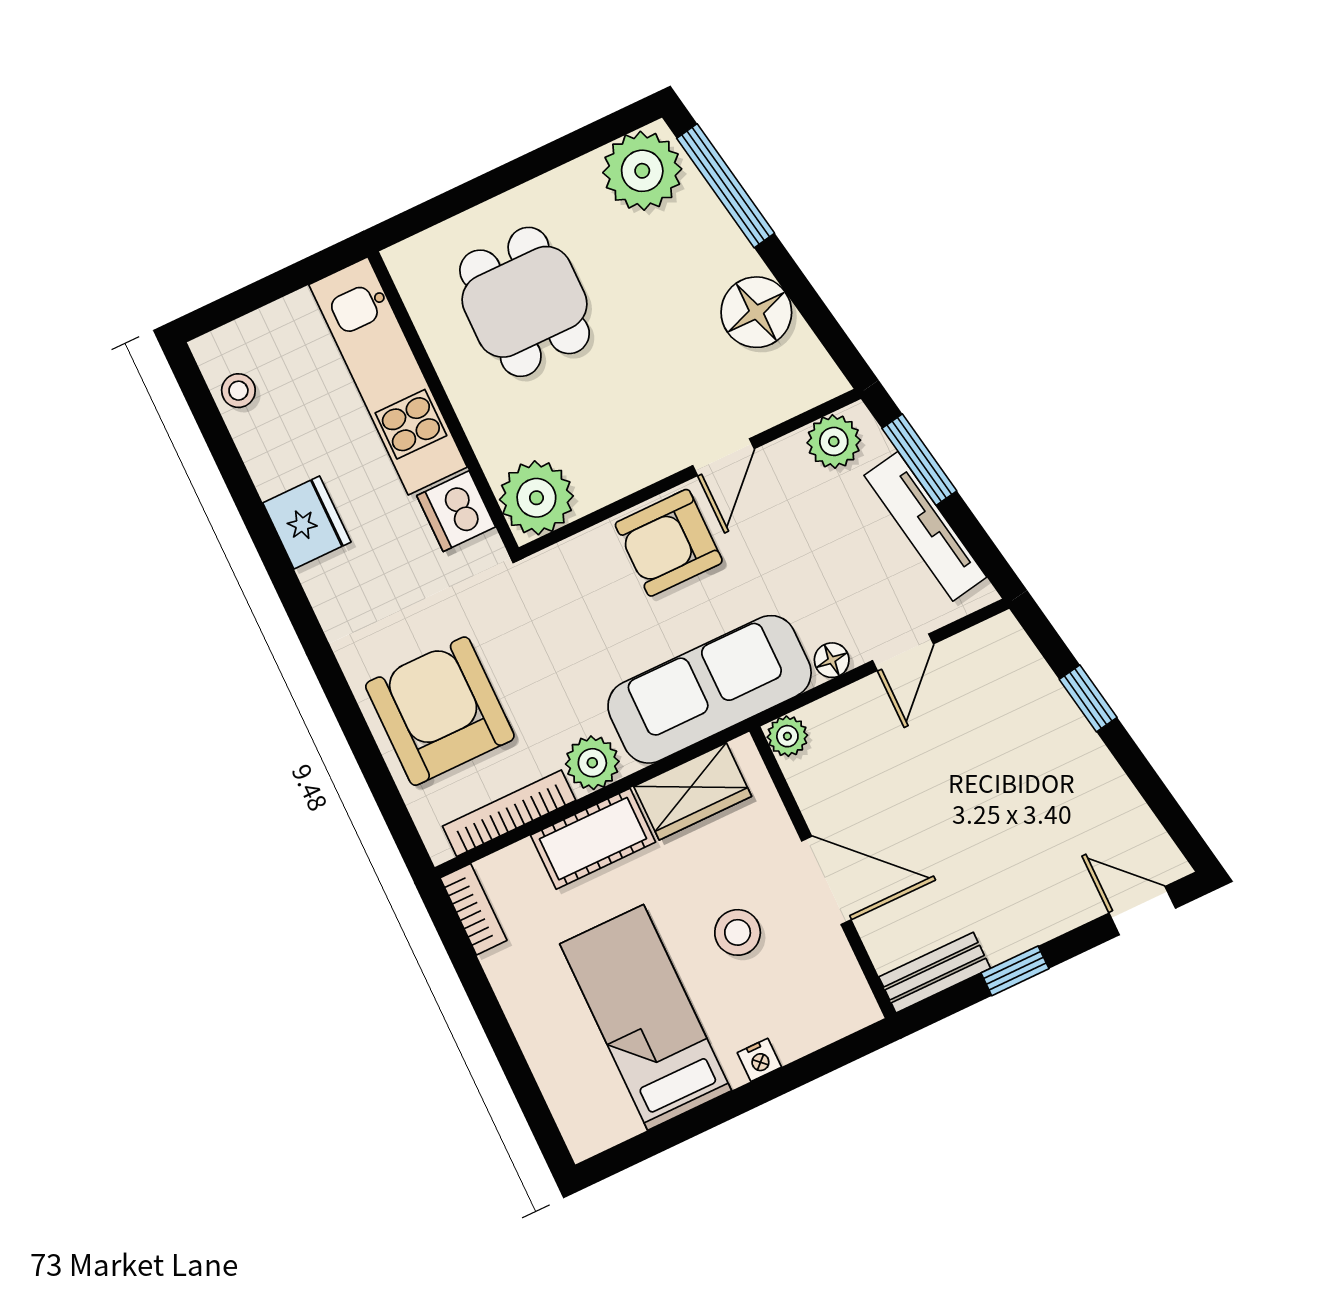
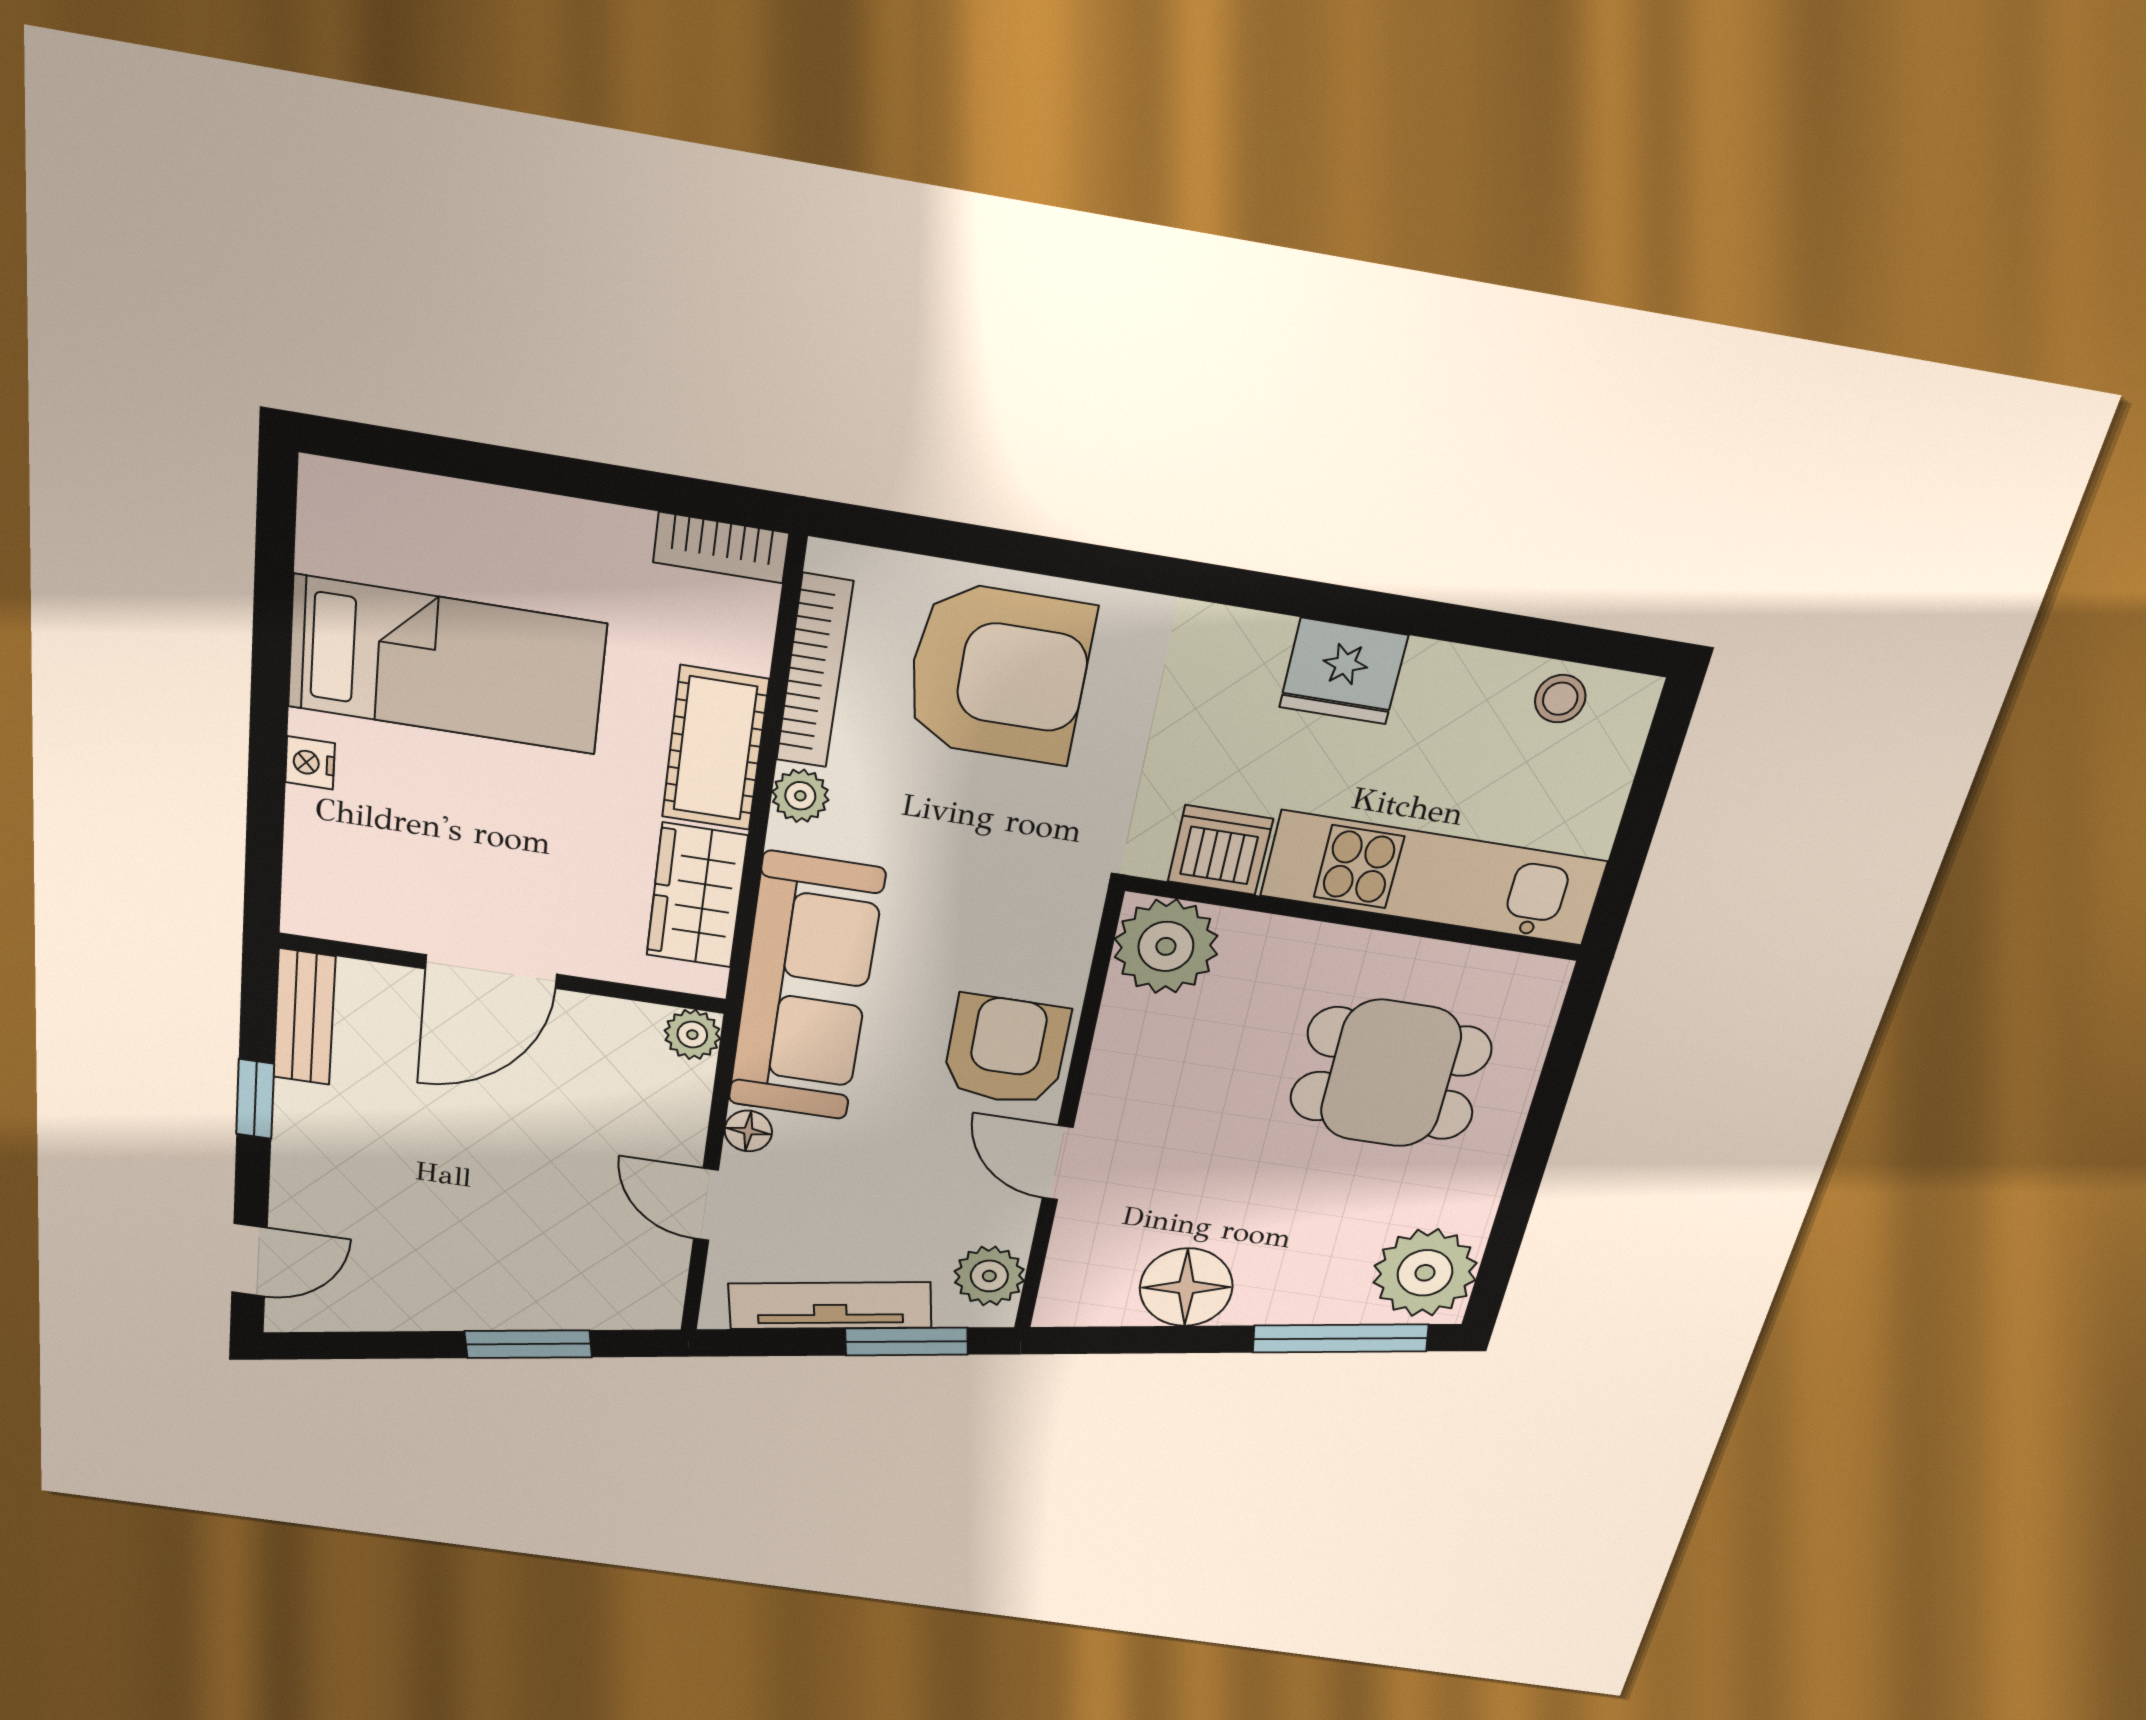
window: (1088, 698) -> (528, 1344), width x1.50
plant: (592, 763) -> (800, 796), width x0.73, depth x0.73
stool: (738, 932) -> (489, 838), removed

